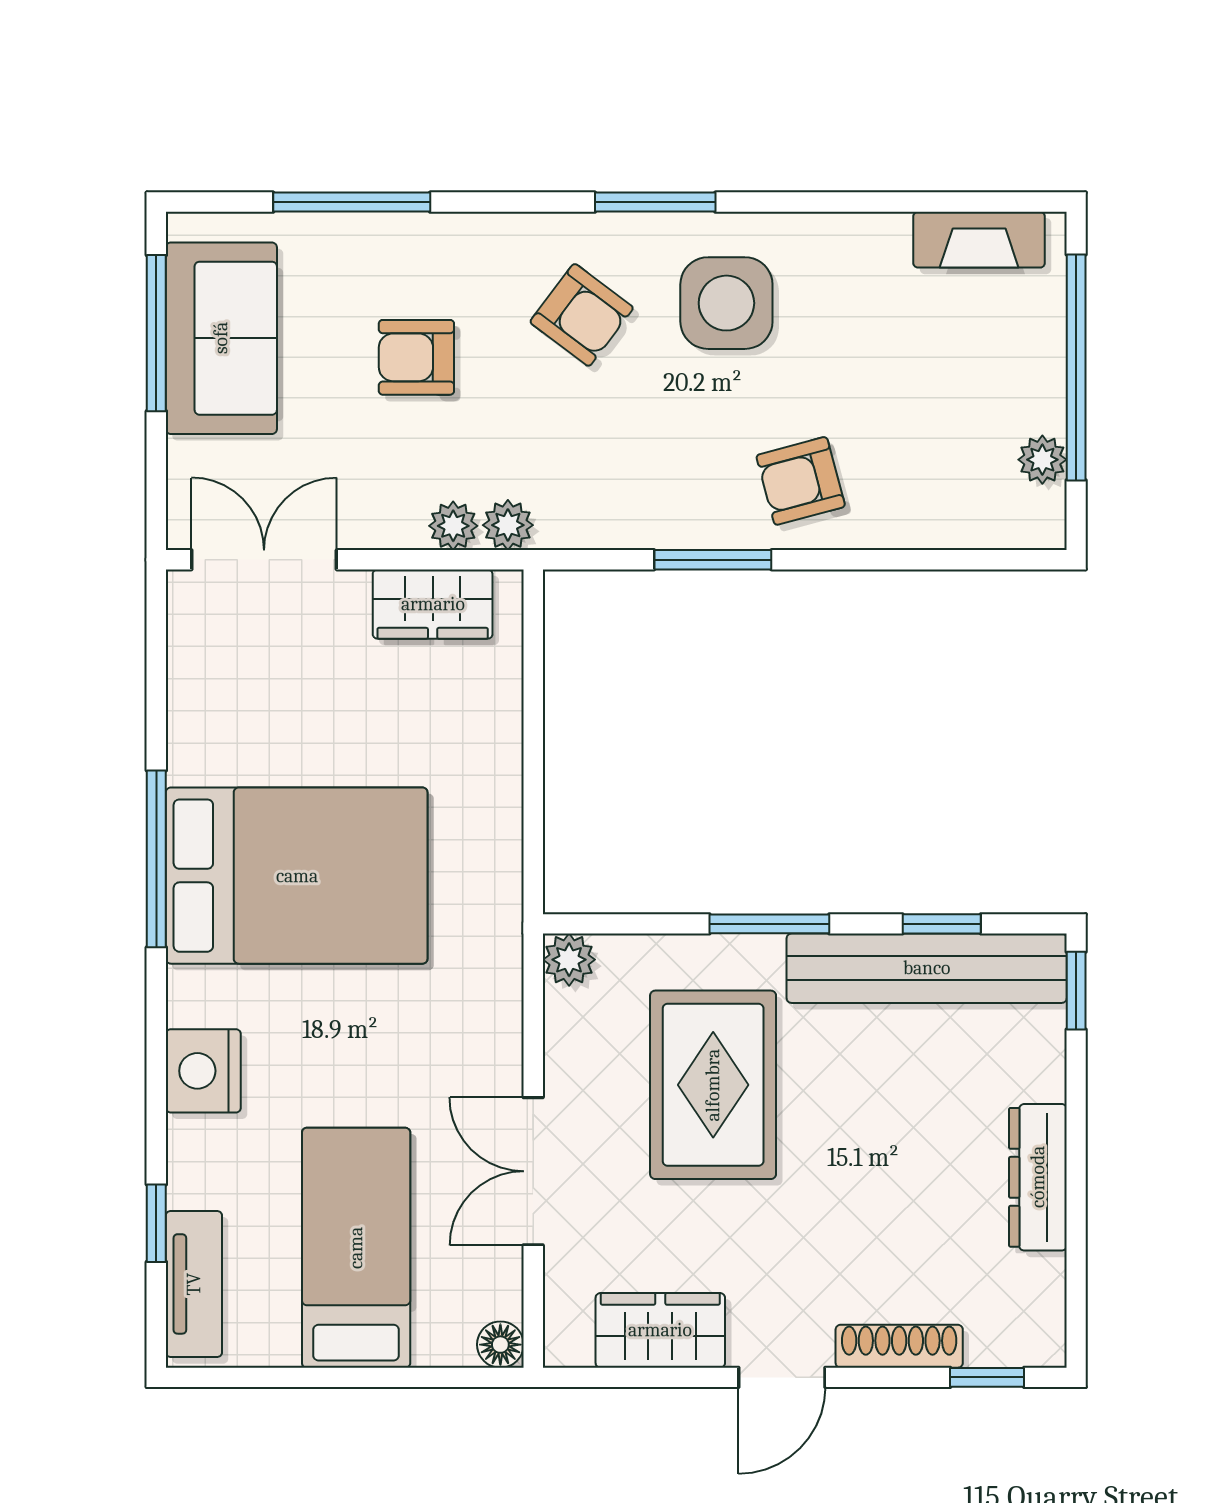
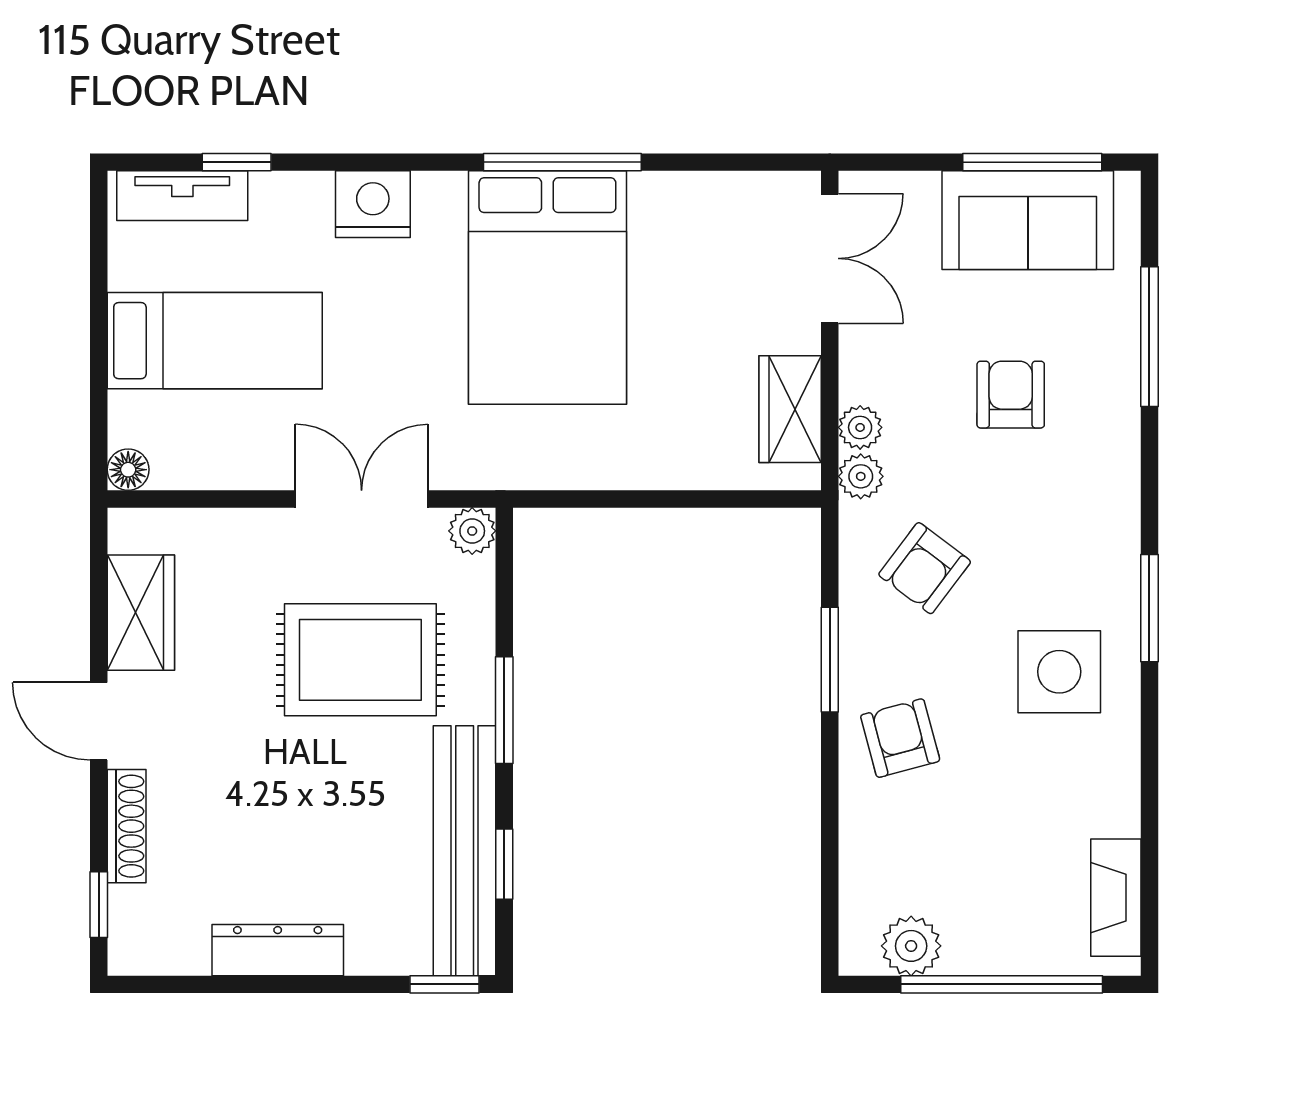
armchair: (582, 315) -> (925, 568), moved
plant: (1042, 460) -> (911, 946), width x1.38, depth x1.38
double door: (533, 1171) -> (362, 499), moved

